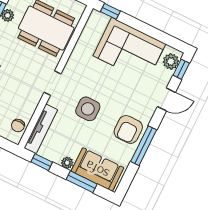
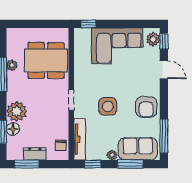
door: (166, 99) -> (164, 70), hinge flipped
window: (144, 146) -> (164, 136), moved

